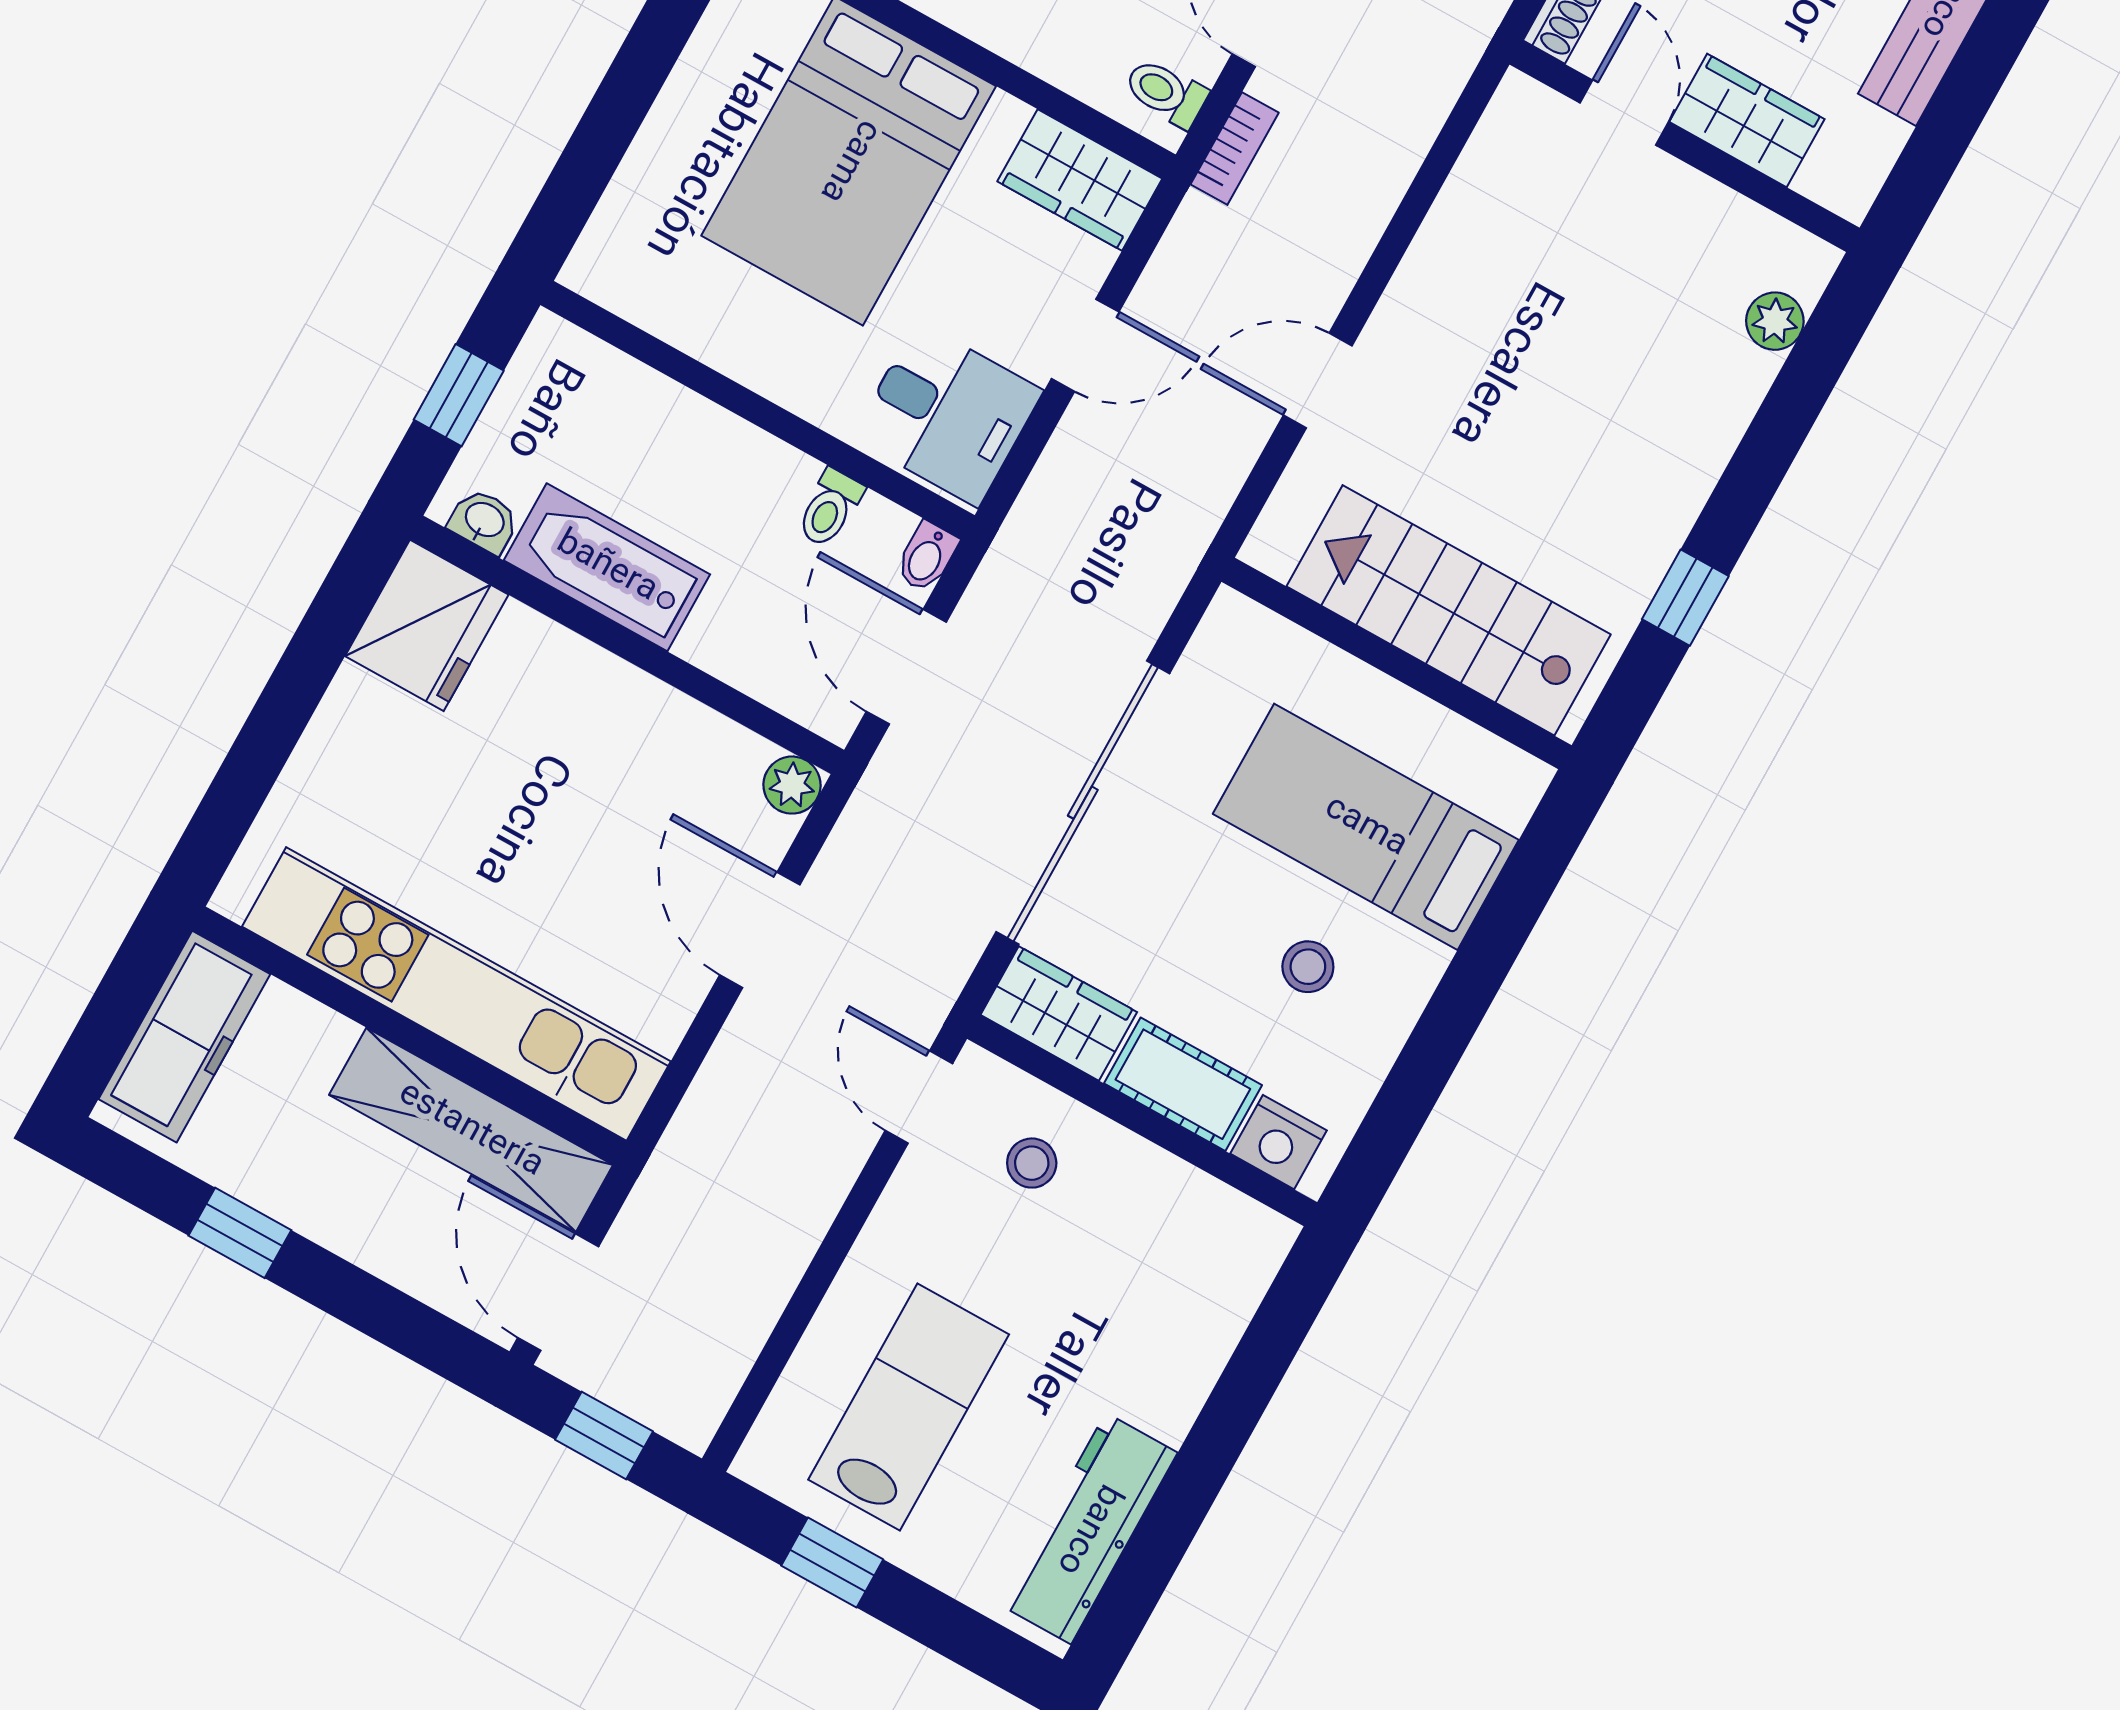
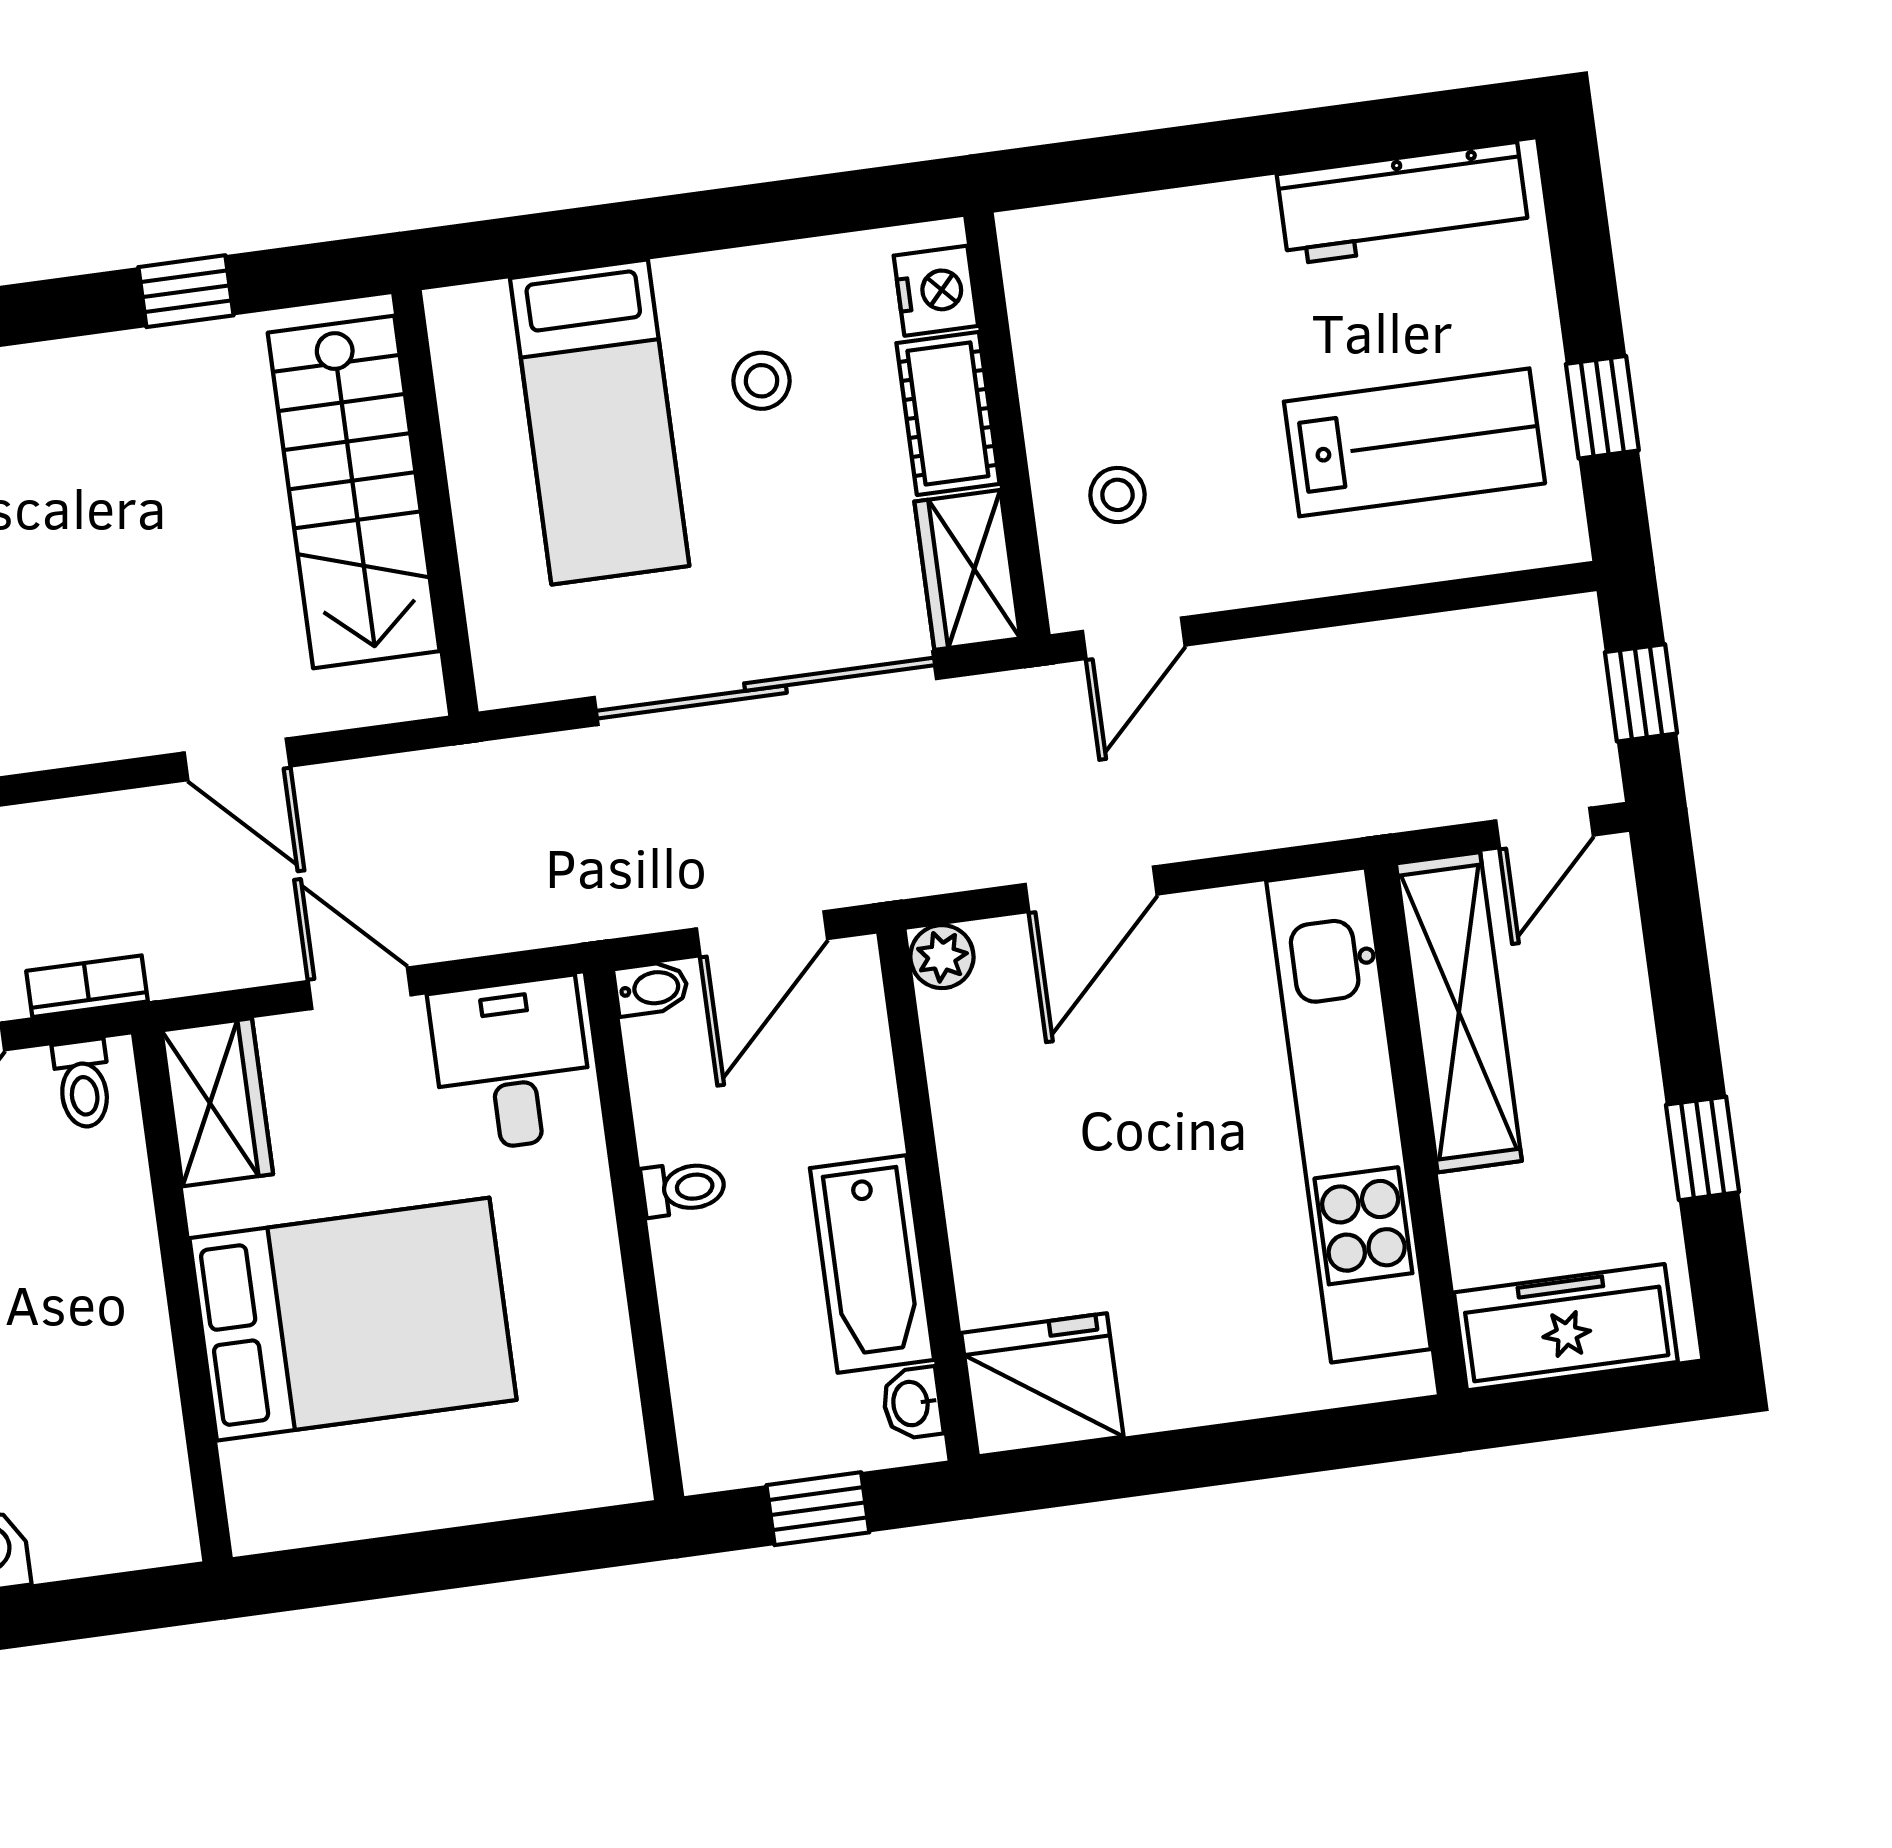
toilet: (830, 508) -> (683, 1188), moved
door: (558, 1292) -> (1545, 828), width x0.73
lab bench: (909, 1407) -> (1414, 442), turned 180

